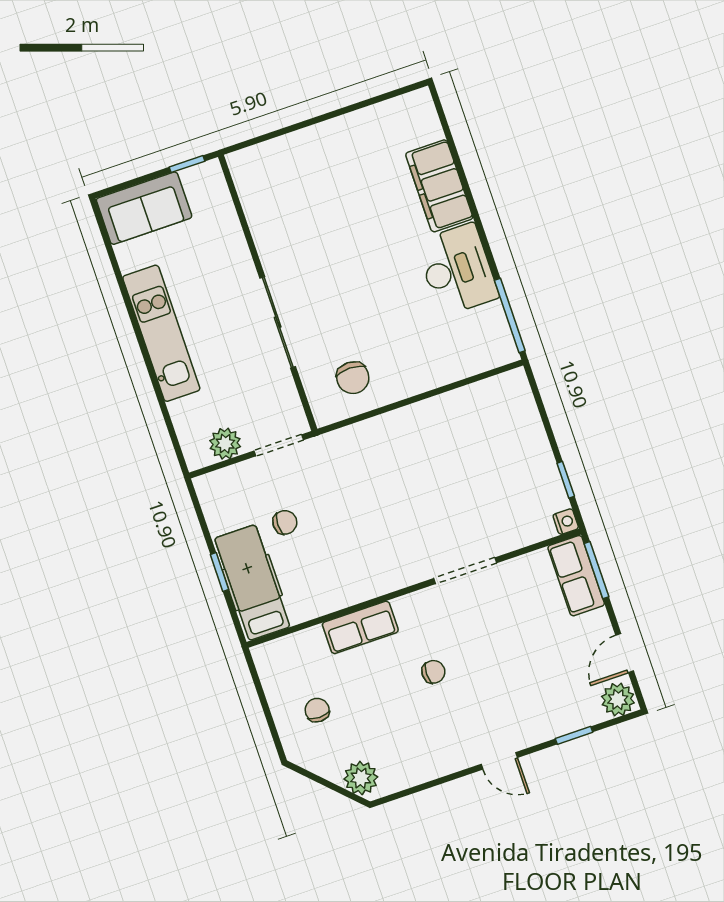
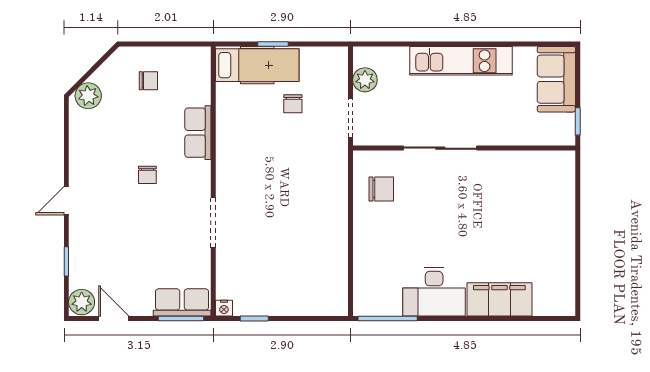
chair: (353, 378) -> (381, 189), turned 180

